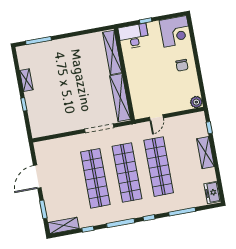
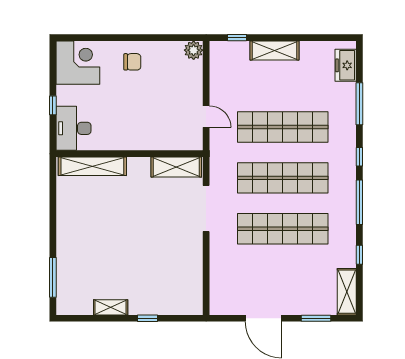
shelving: (120, 98) -> (176, 167), width x0.68
freezer: (212, 192) -> (346, 65), moved, turned 90

